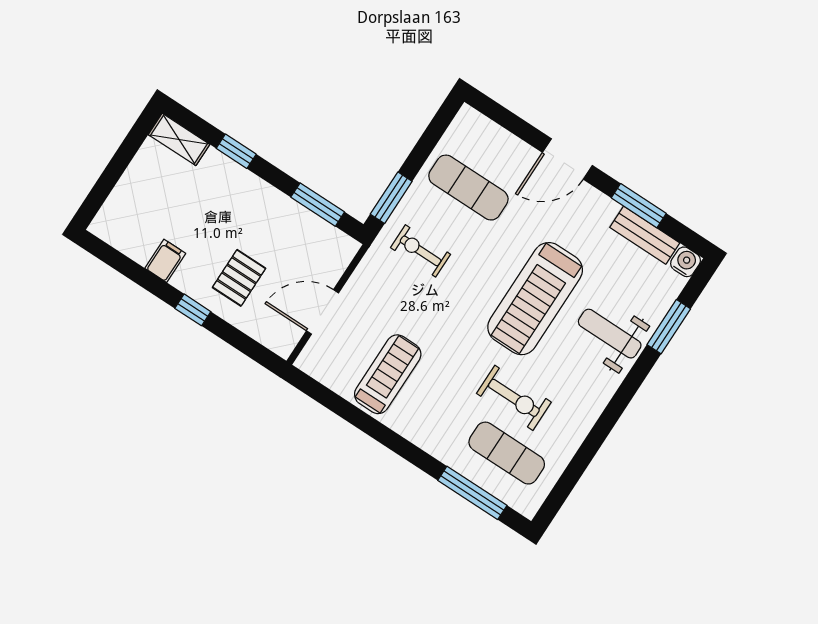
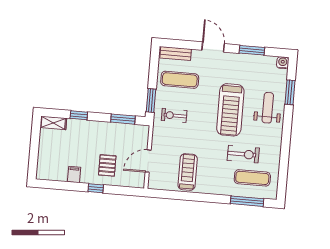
door: (567, 159) -> (213, 47), swing flipped
bench: (645, 235) -> (176, 54), moved
weight bench: (610, 334) -> (268, 108), turned 90

